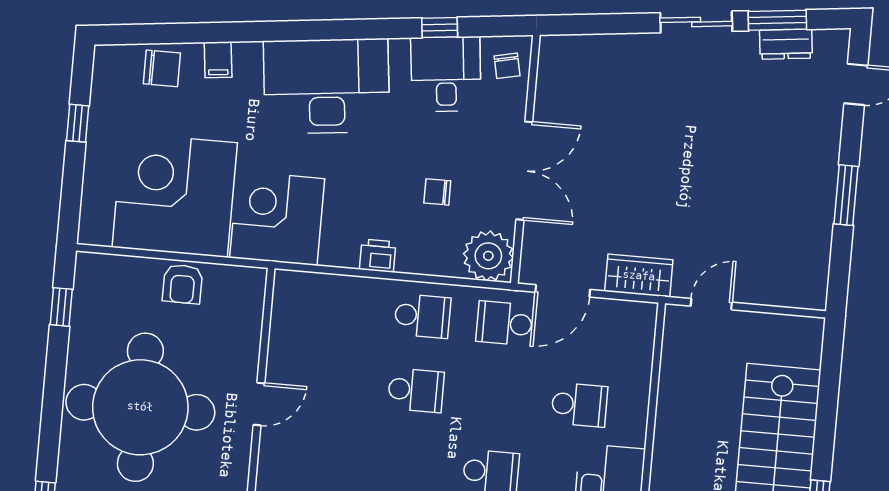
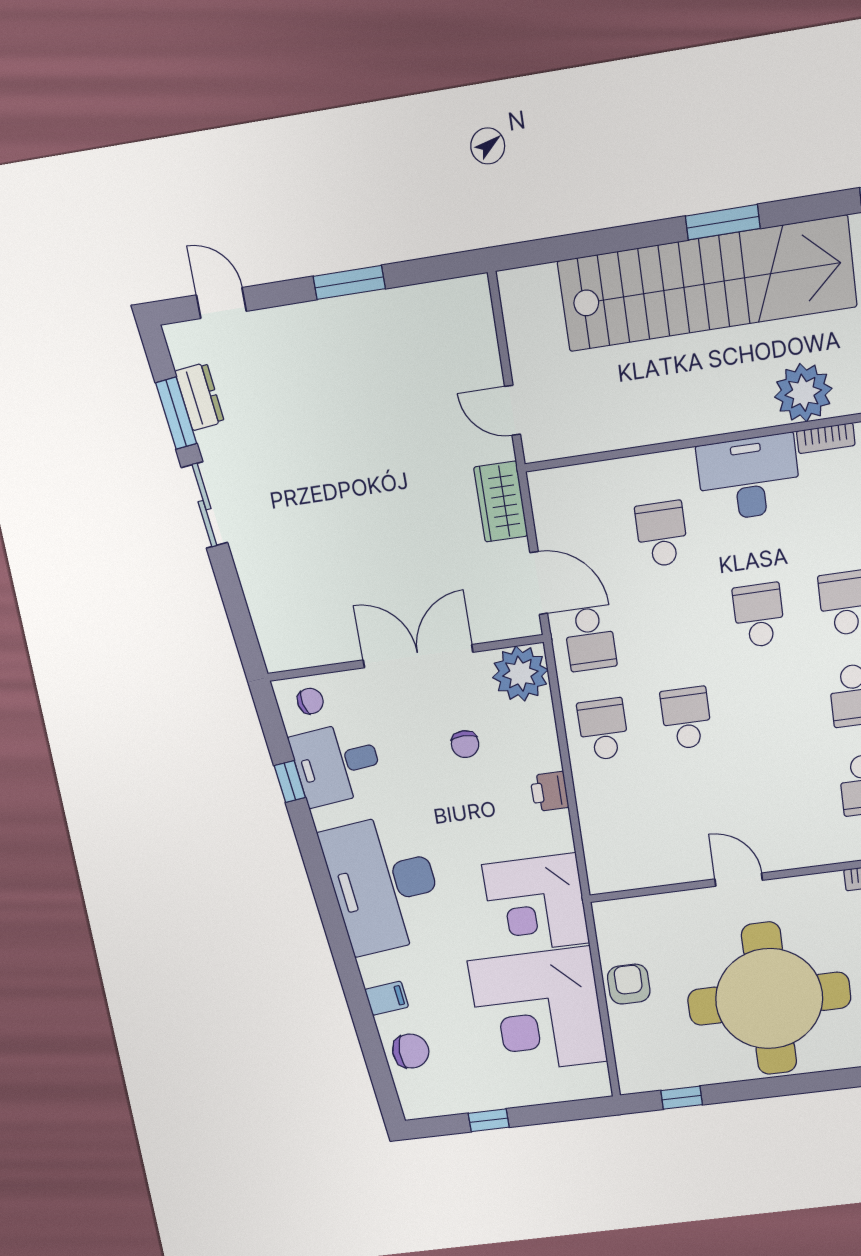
chair: (162, 68) -> (411, 1051), turned 90
armchair: (183, 284) -> (629, 984), turned -90

